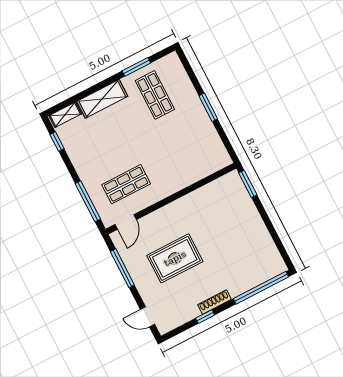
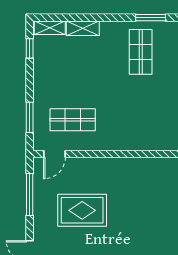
window: (136, 67) -> (151, 18), moved
shelving: (102, 99) -> (83, 28), width x0.67, depth x0.75
window: (88, 201) -> (30, 117), width x0.69

